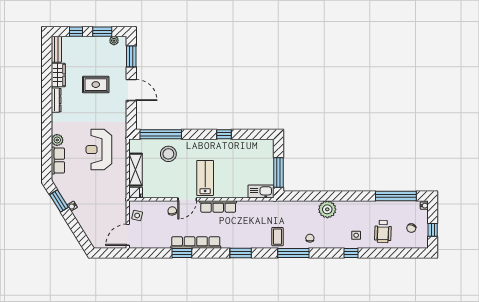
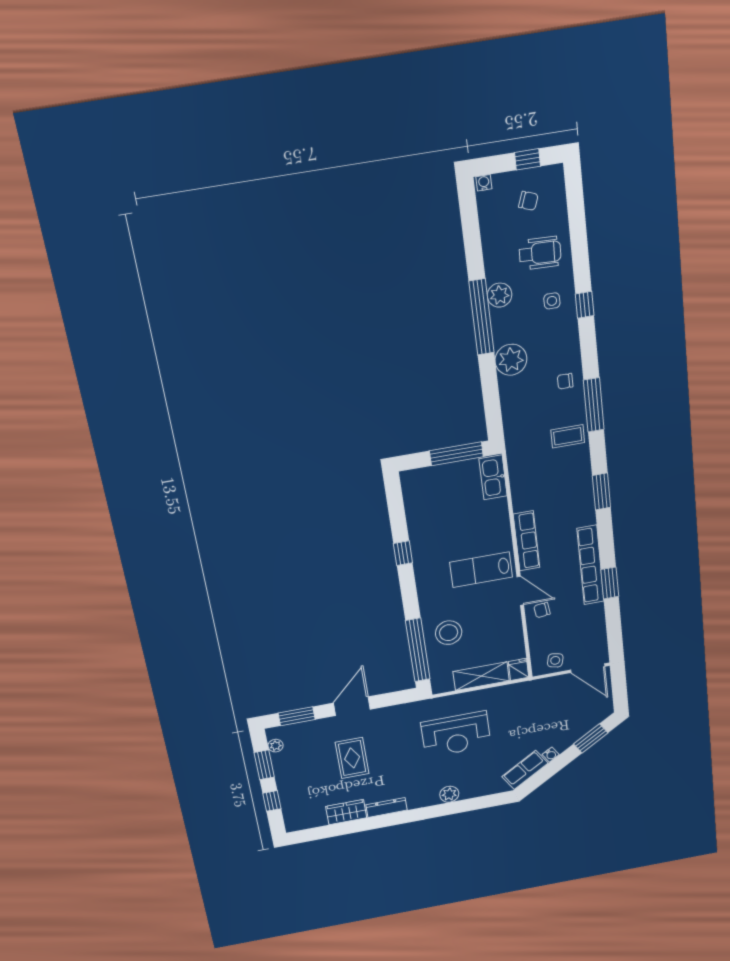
bench: (56, 49) -> (306, 822), removed
row of seats: (58, 161) -> (525, 770), moved, turned -32
window: (396, 196) -> (481, 317), moved
window: (59, 201) -> (591, 738), moved
plant: (364, 207) -> (500, 295), added

